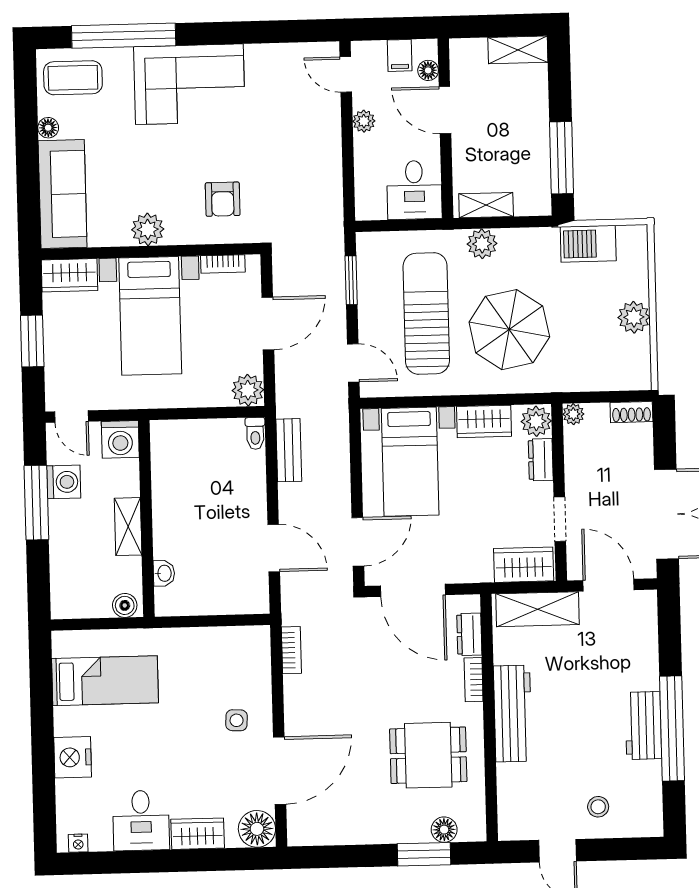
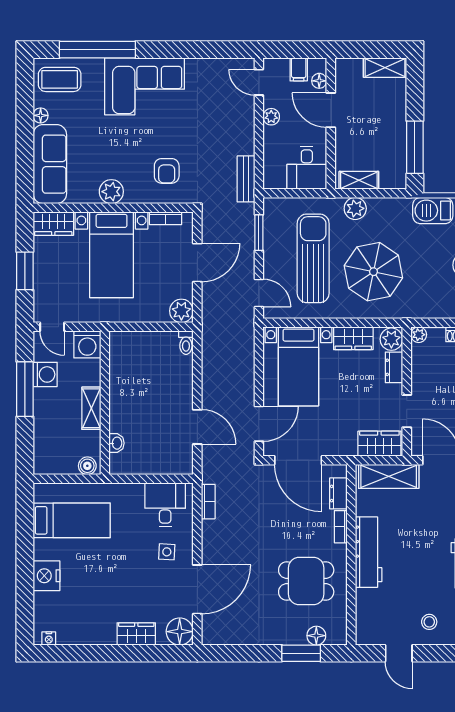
bench: (289, 450) -> (246, 179), moved
desk: (141, 820) -> (165, 505), moved, turned 180

